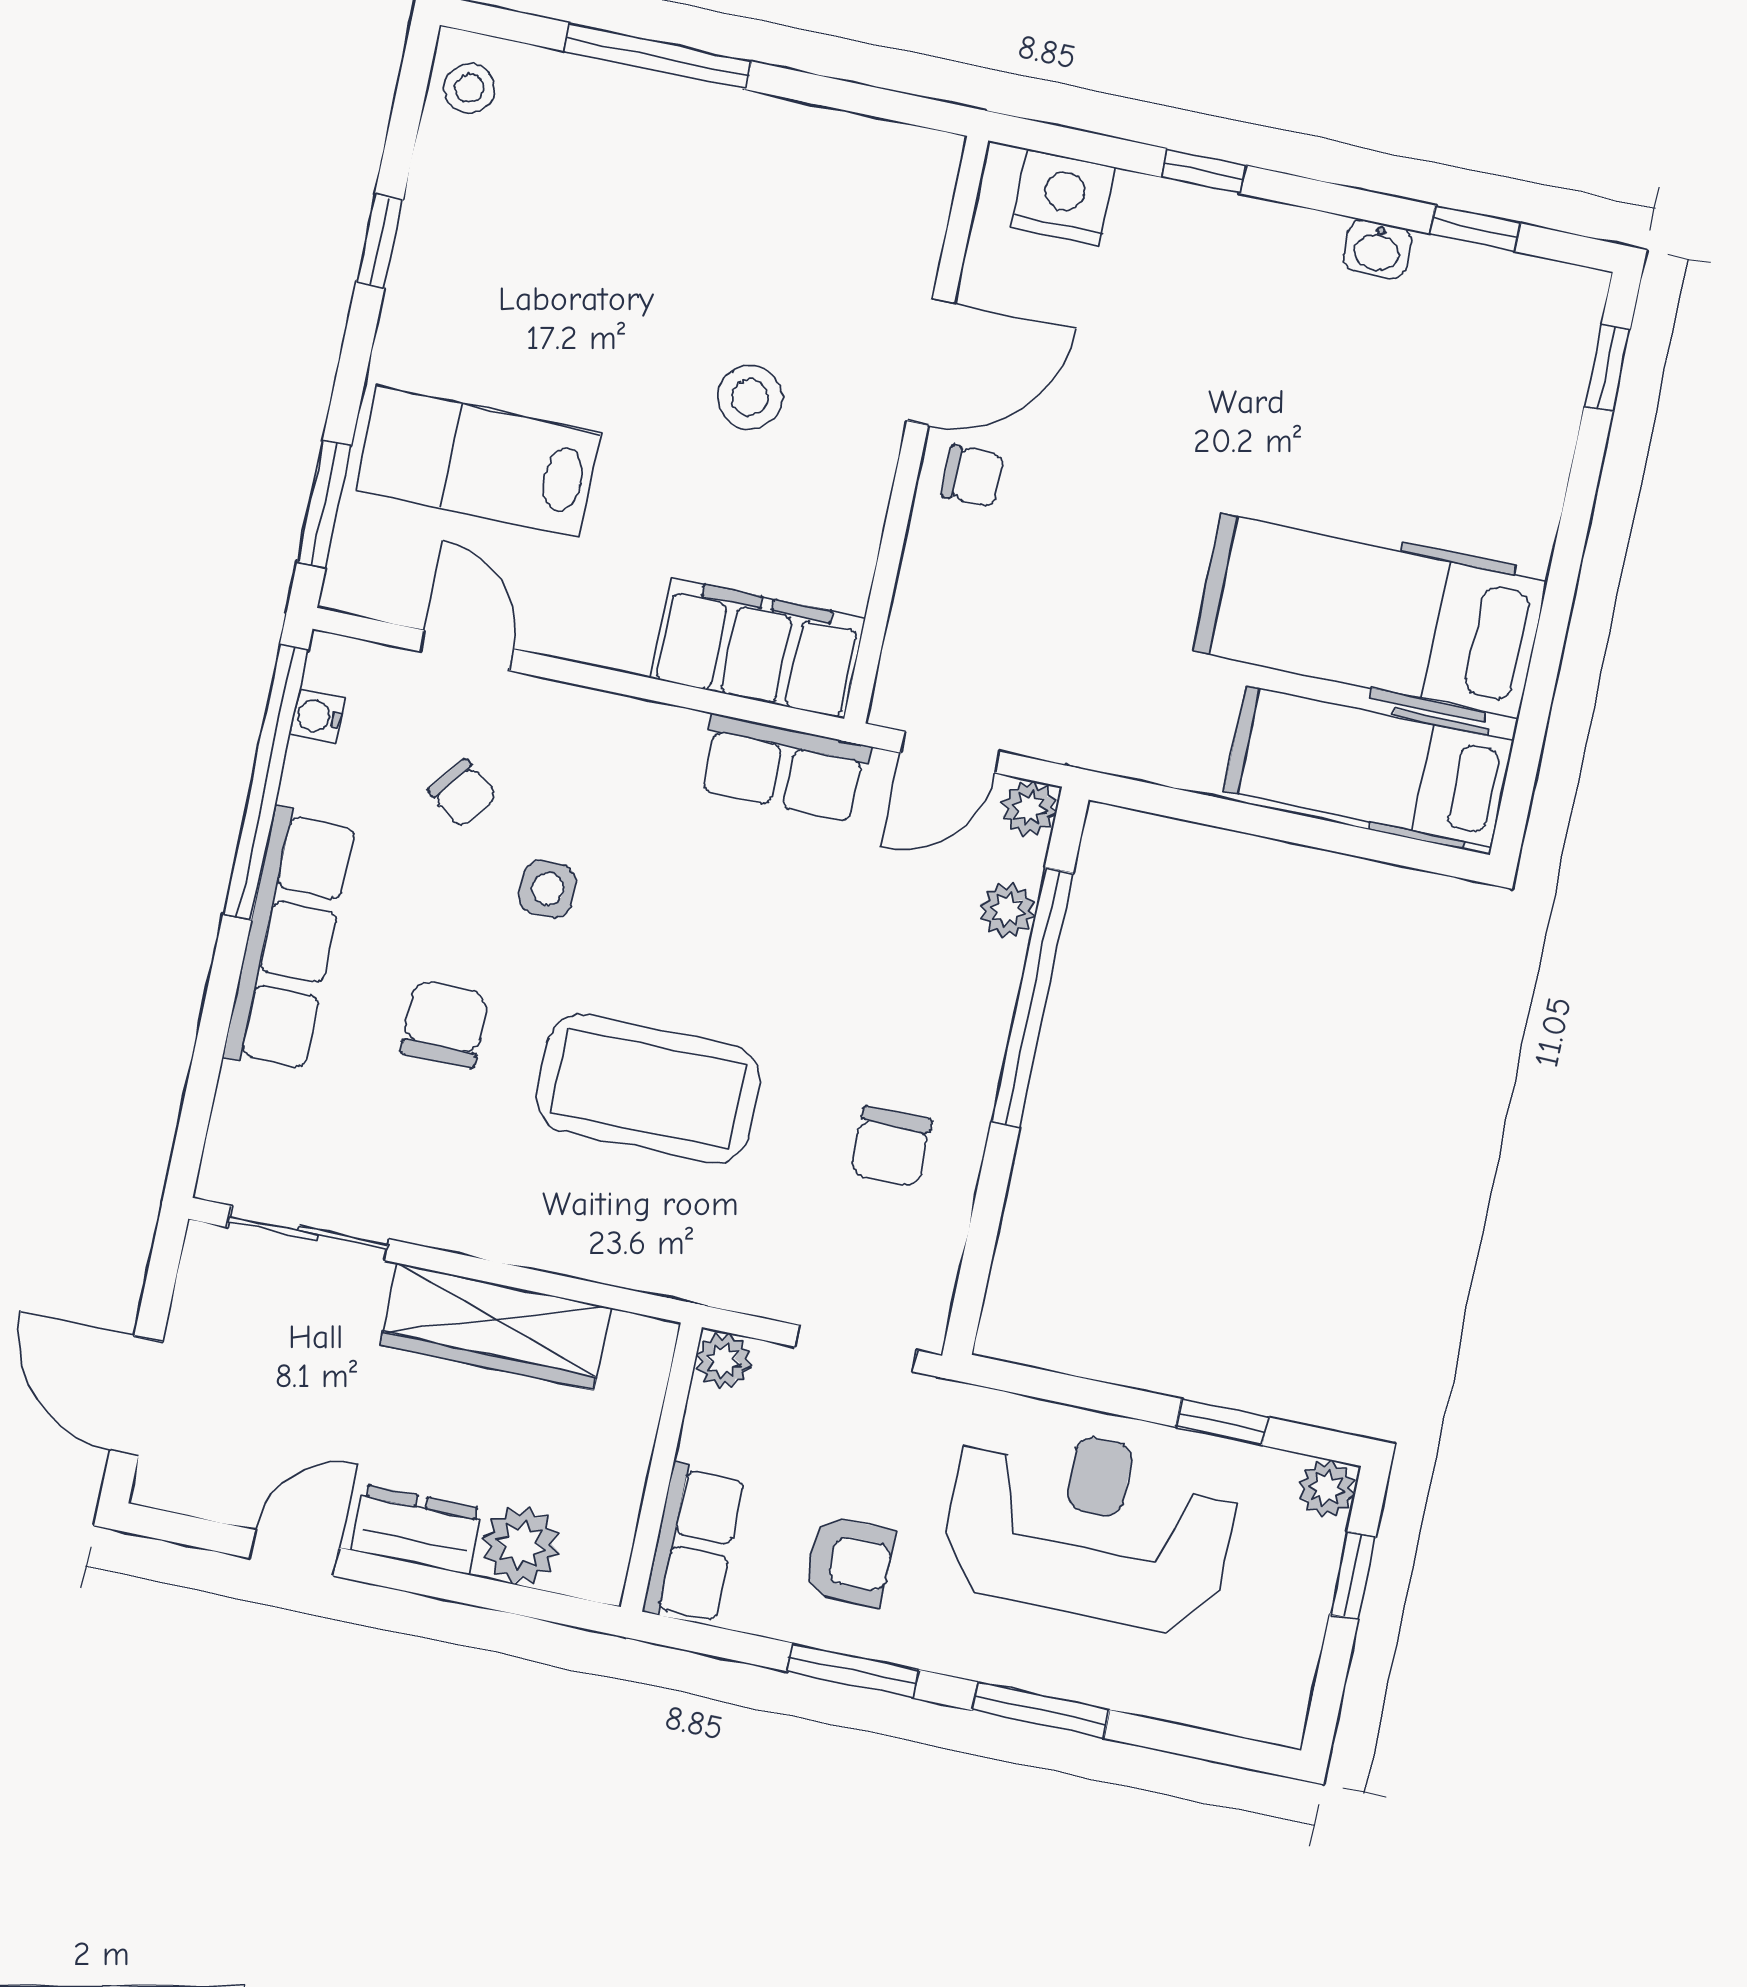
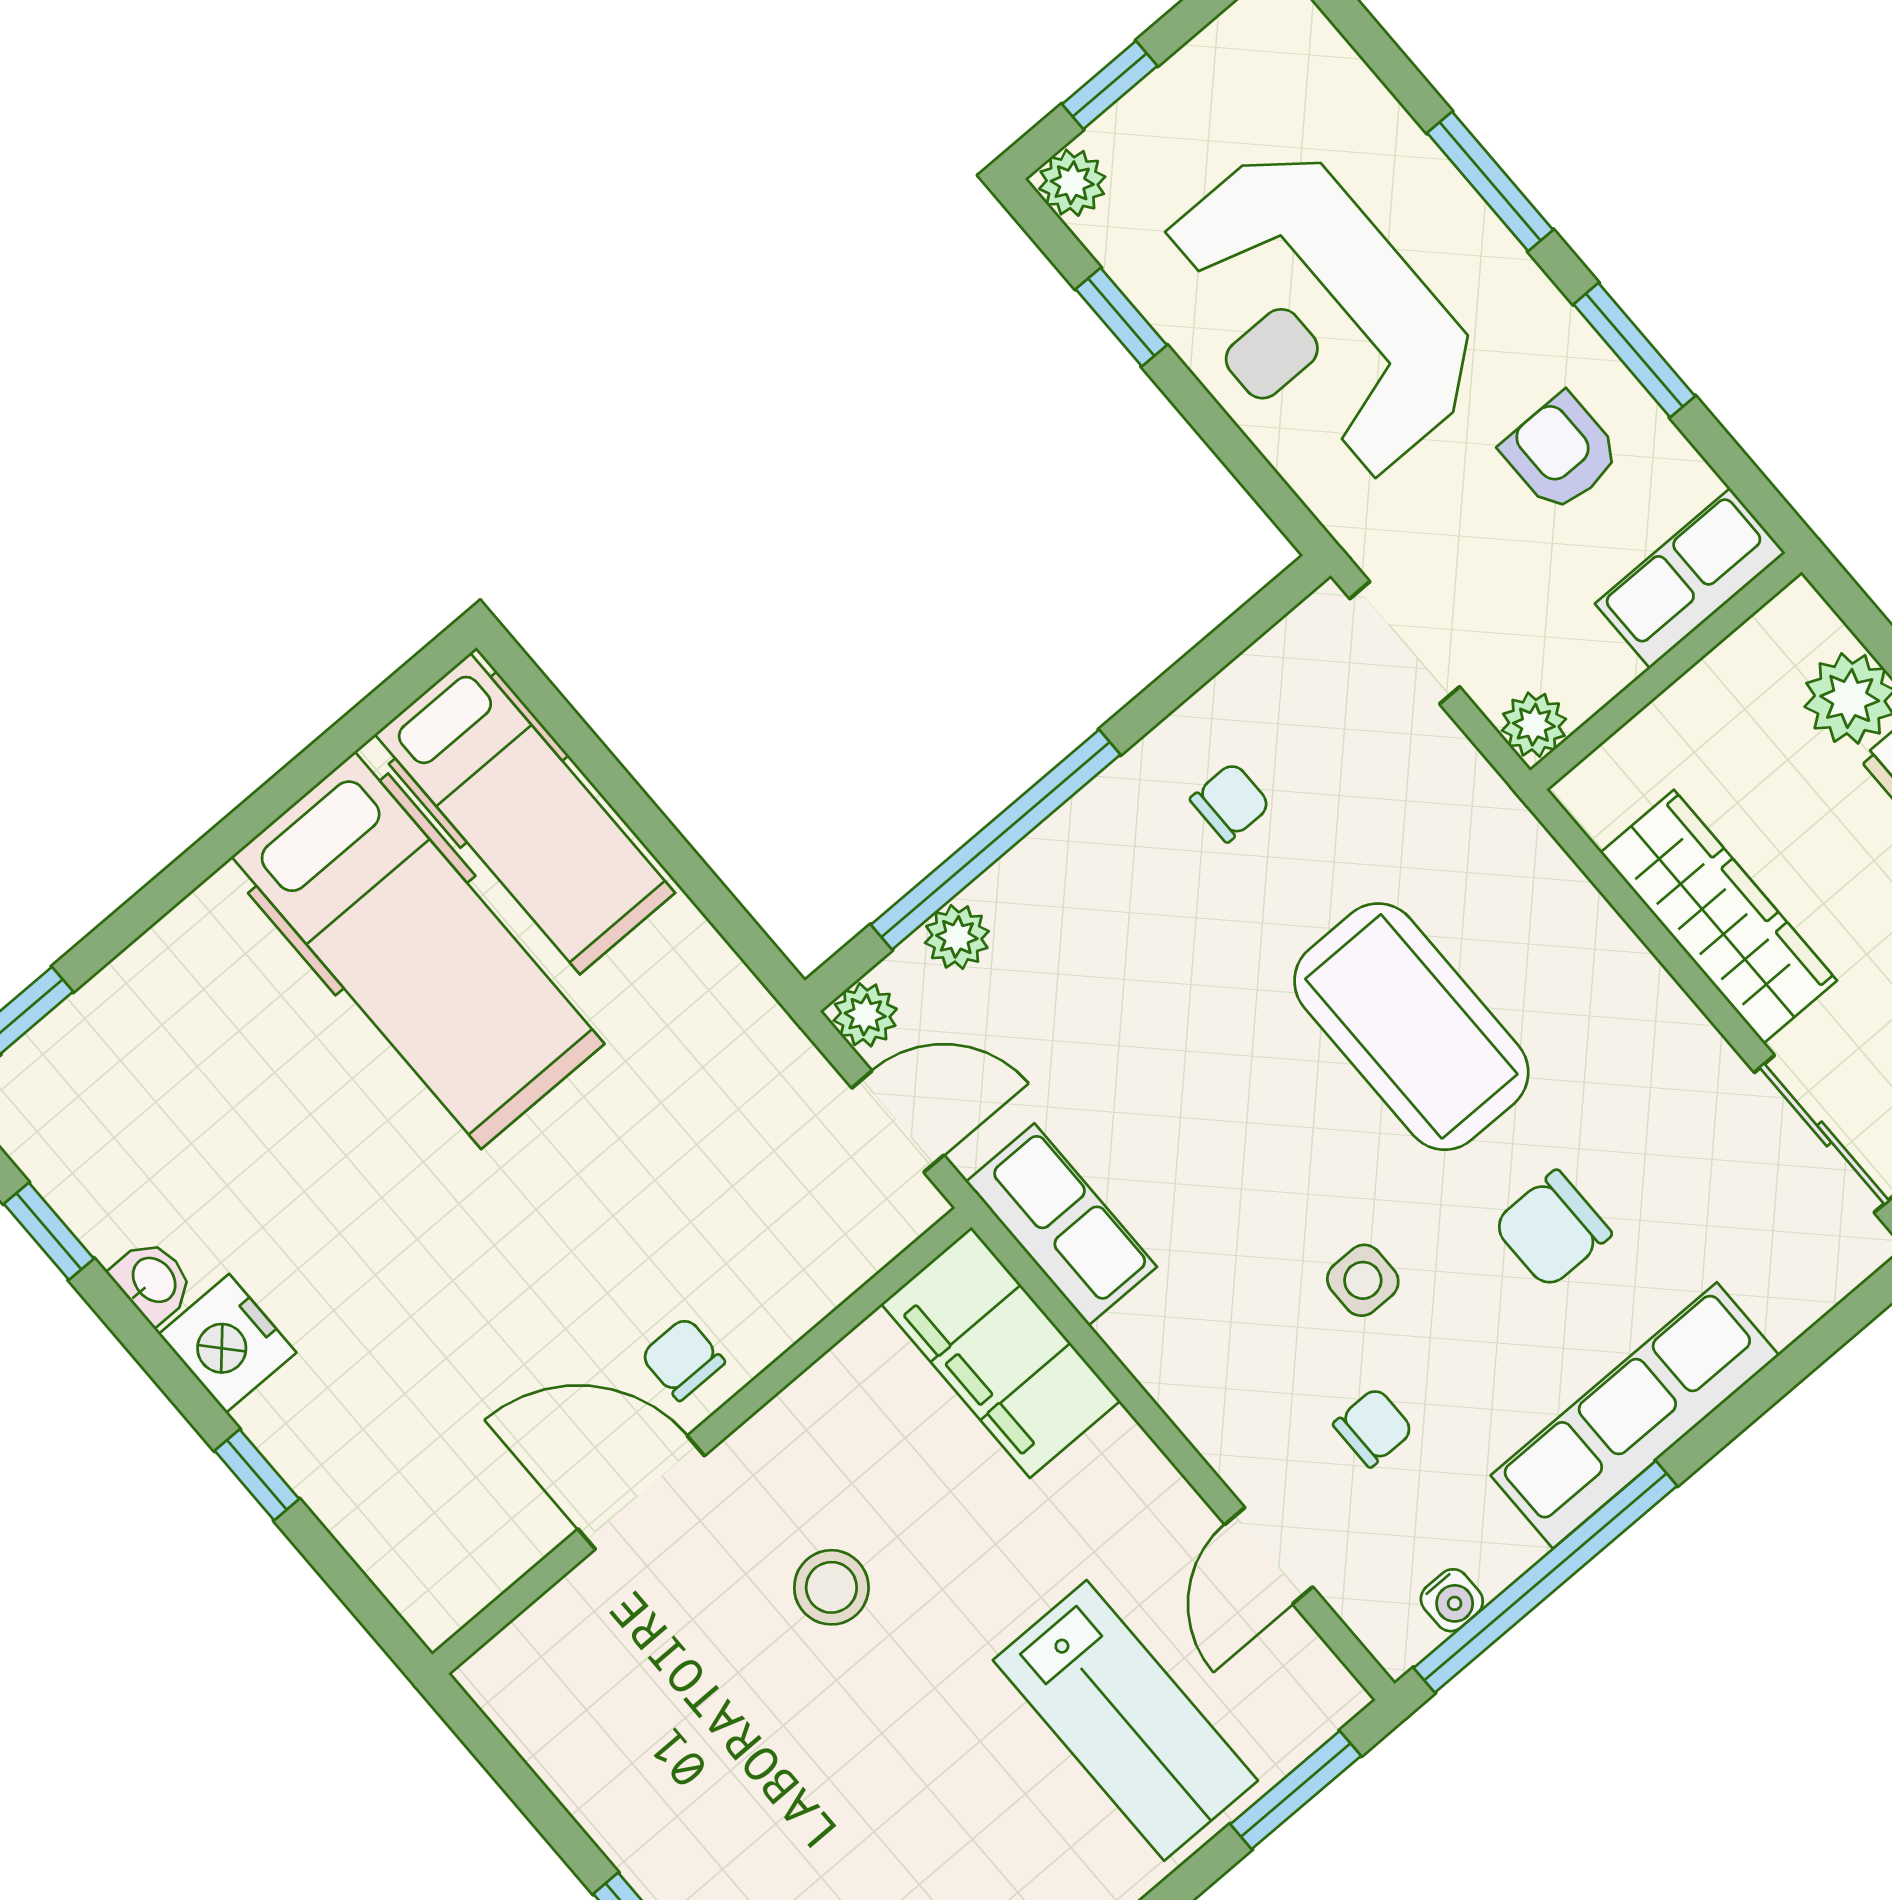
nightstand: (1063, 197) -> (227, 1343), moved
chair: (463, 794) -> (1373, 1427), turned 52
chair: (891, 1147) -> (1230, 802), width x0.73, depth x0.73

